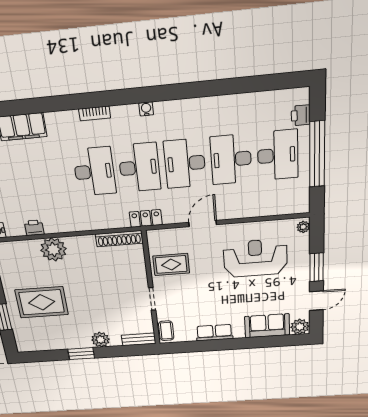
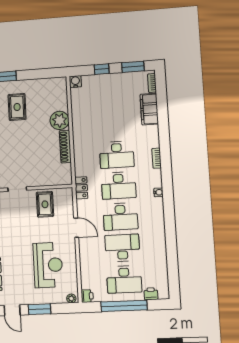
desk: (185, 163) -> (120, 217), turned 180
printer: (34, 228) -> (87, 296), moved
shoe rack: (119, 239) -> (65, 147), moved
rug: (42, 302) -> (17, 107), width x0.73, depth x0.70

